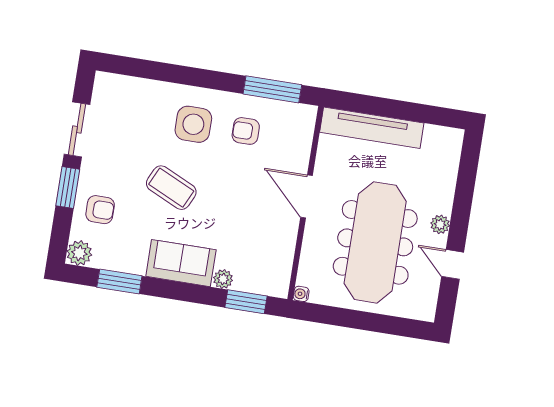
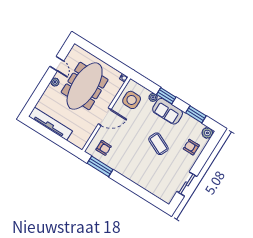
side table: (193, 124) -> (132, 100), moved
tv unit: (372, 128) -> (50, 124), moved
armchair: (246, 131) -> (104, 148), moved
window: (68, 188) -> (201, 162), removed
door: (307, 196) -> (105, 117), hinge flipped
window: (246, 302) -> (166, 96), moved

